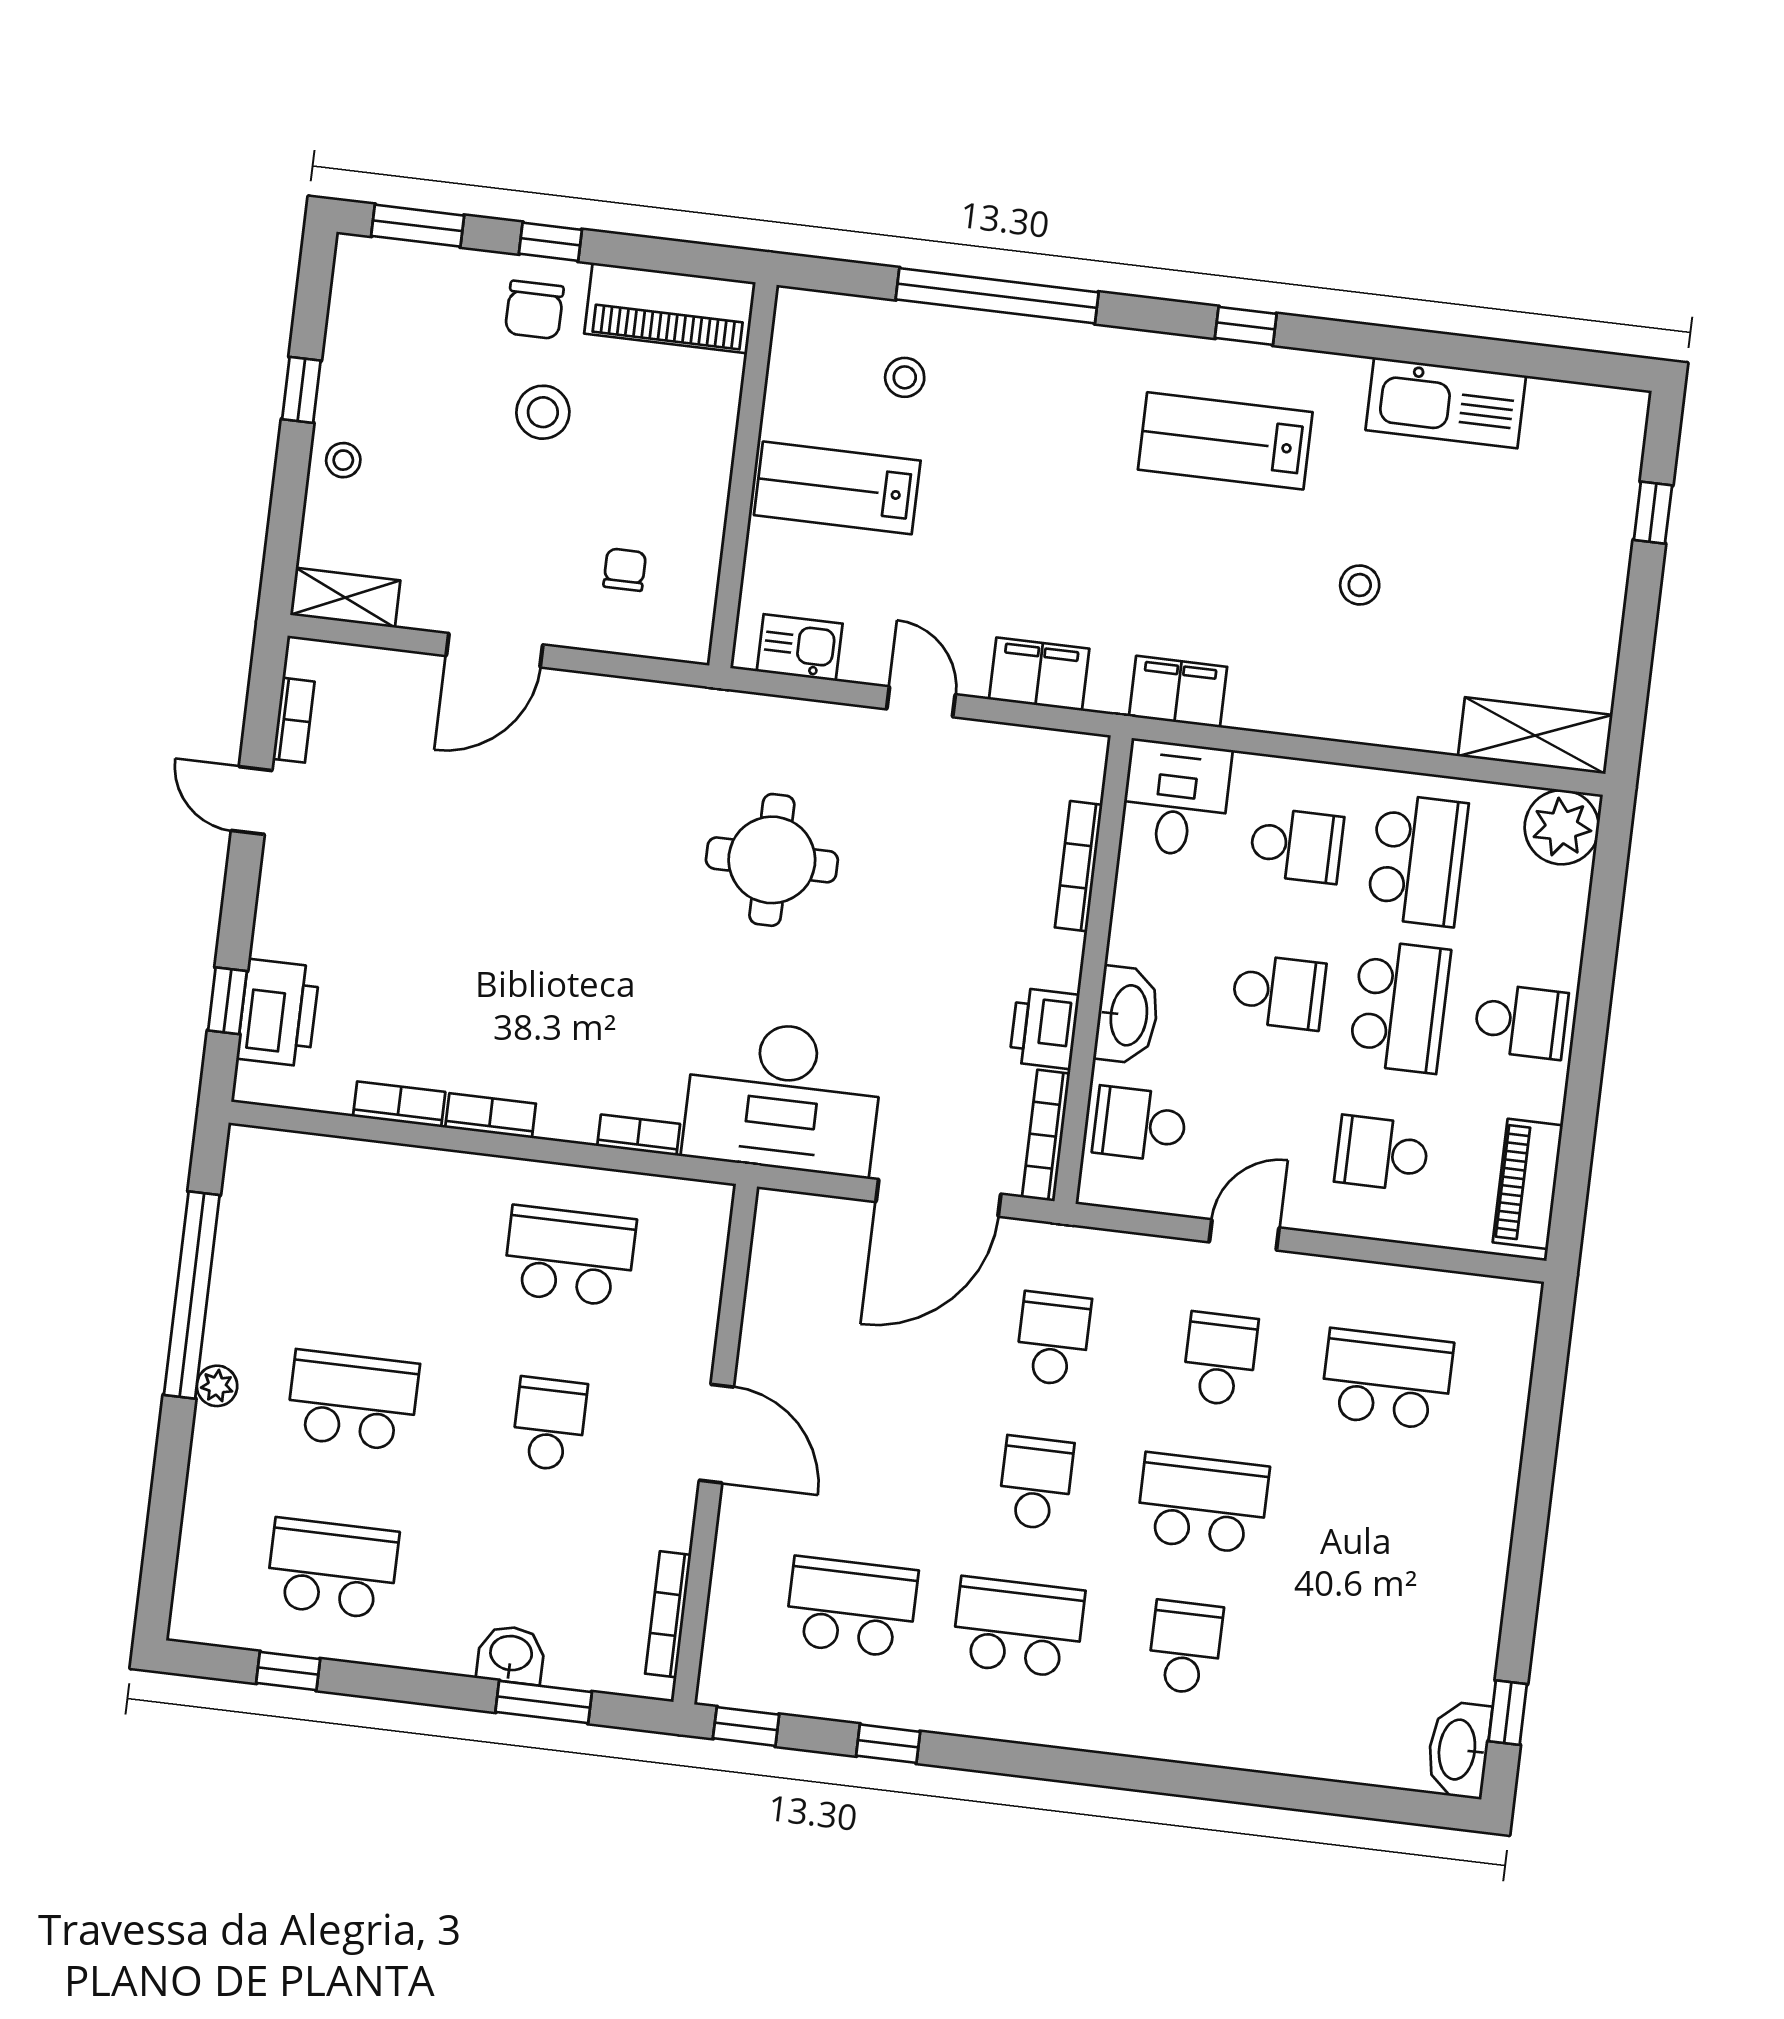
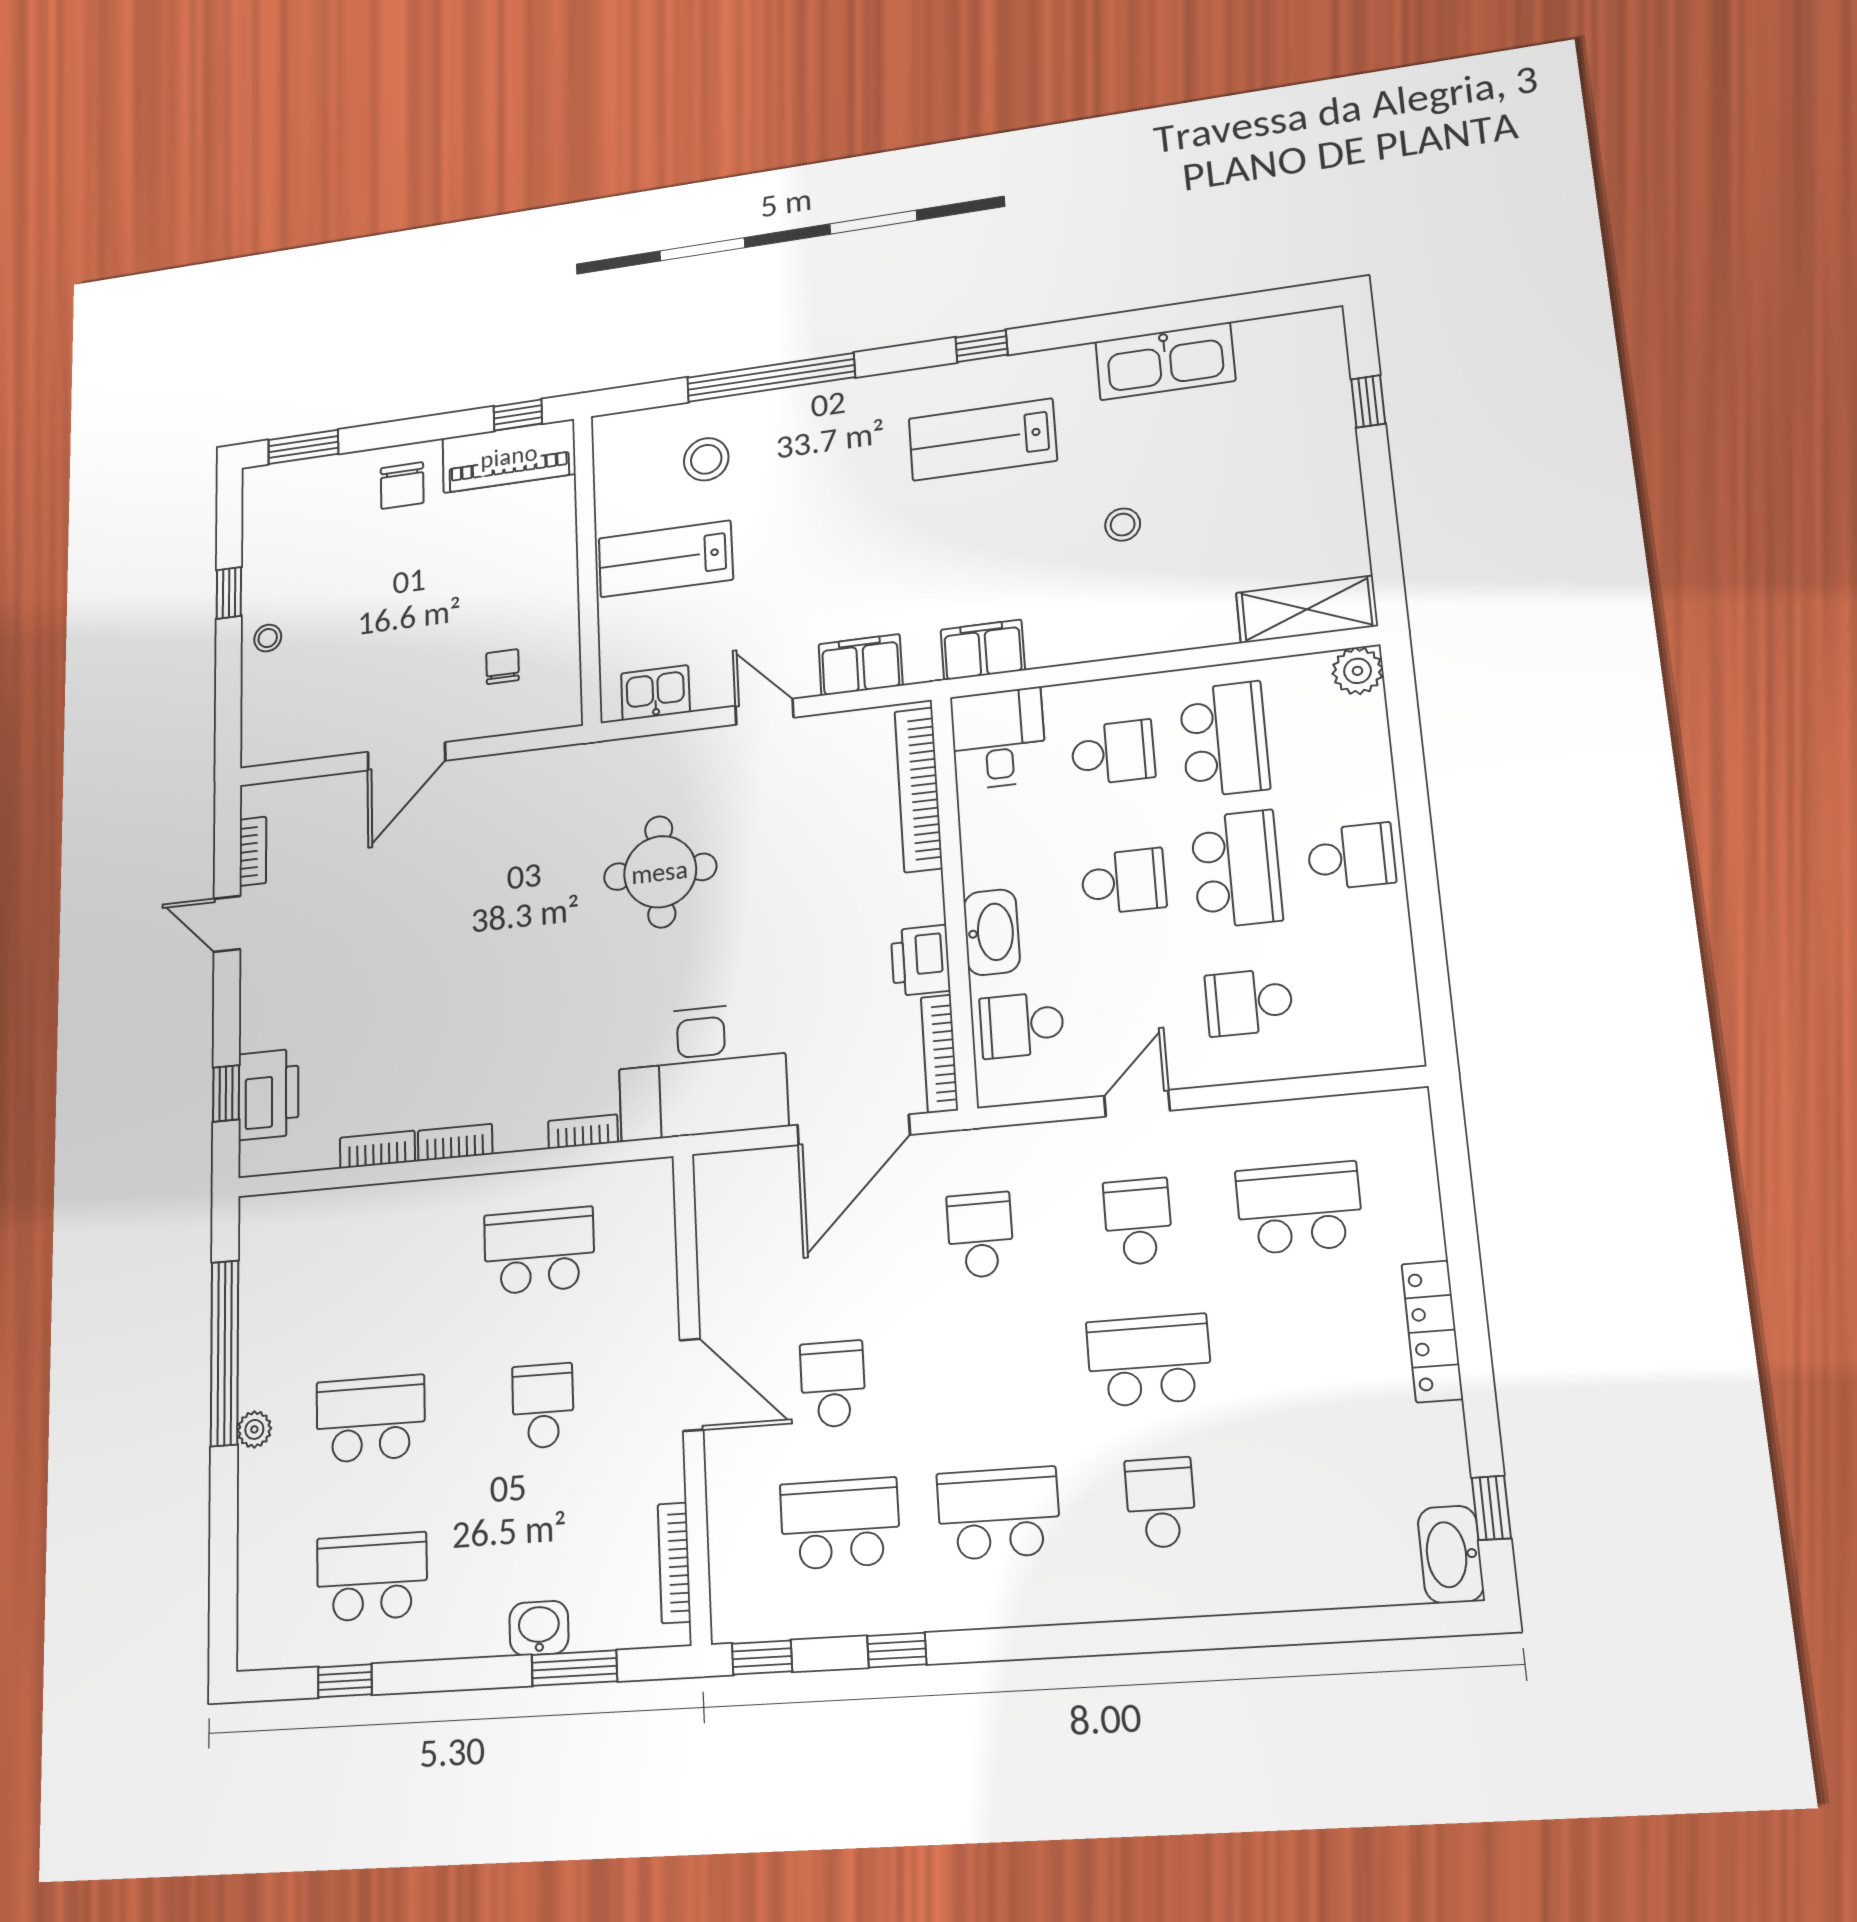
window: (550, 242) -> (518, 415), moved
stool: (905, 377) -> (706, 459), width x1.37, depth x1.37
stool: (543, 412) -> (420, 561), removed
shelving: (345, 598) -> (282, 744), removed
plant: (1562, 827) -> (1358, 671), width x0.73, depth x0.73
bookcase: (1079, 866) -> (918, 789), width x1.48, depth x1.31
piano: (1528, 1184) -> (1392, 1000), removed
school desk: (1036, 1483) -> (833, 1384), moved
locker: (1491, 1530) -> (1432, 1331), added

